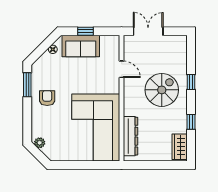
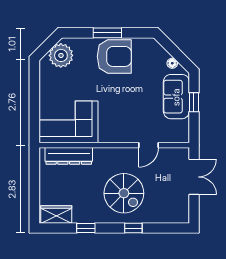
window: (27, 85) -> (107, 33), moved
armchair: (47, 98) -> (114, 56), width x1.88, depth x1.88
corner sofa: (96, 128) -> (68, 122), width x0.73, depth x0.74
plant: (40, 143) -> (61, 55), width x1.87, depth x1.87

